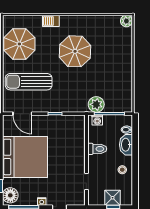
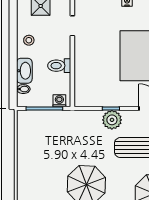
plant: (96, 104) -> (112, 120), moved

